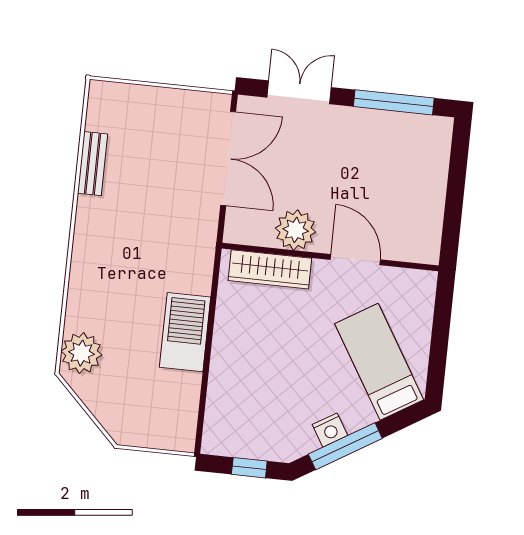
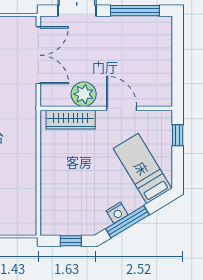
window: (442, 314) -> (178, 135), added
barbecue: (185, 332) -> (23, 163), removed

